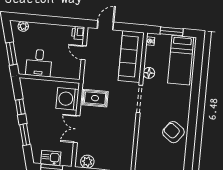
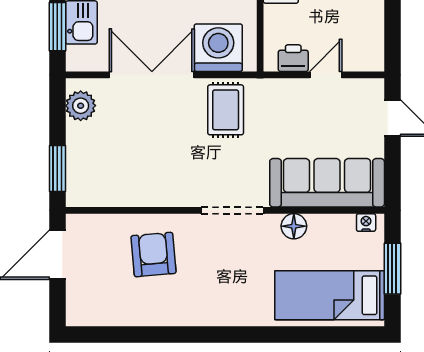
printer: (78, 33) -> (293, 58), moved
double door: (77, 129) -> (152, 75), width x1.37
armchair: (173, 132) -> (154, 255), moved, turned -42

